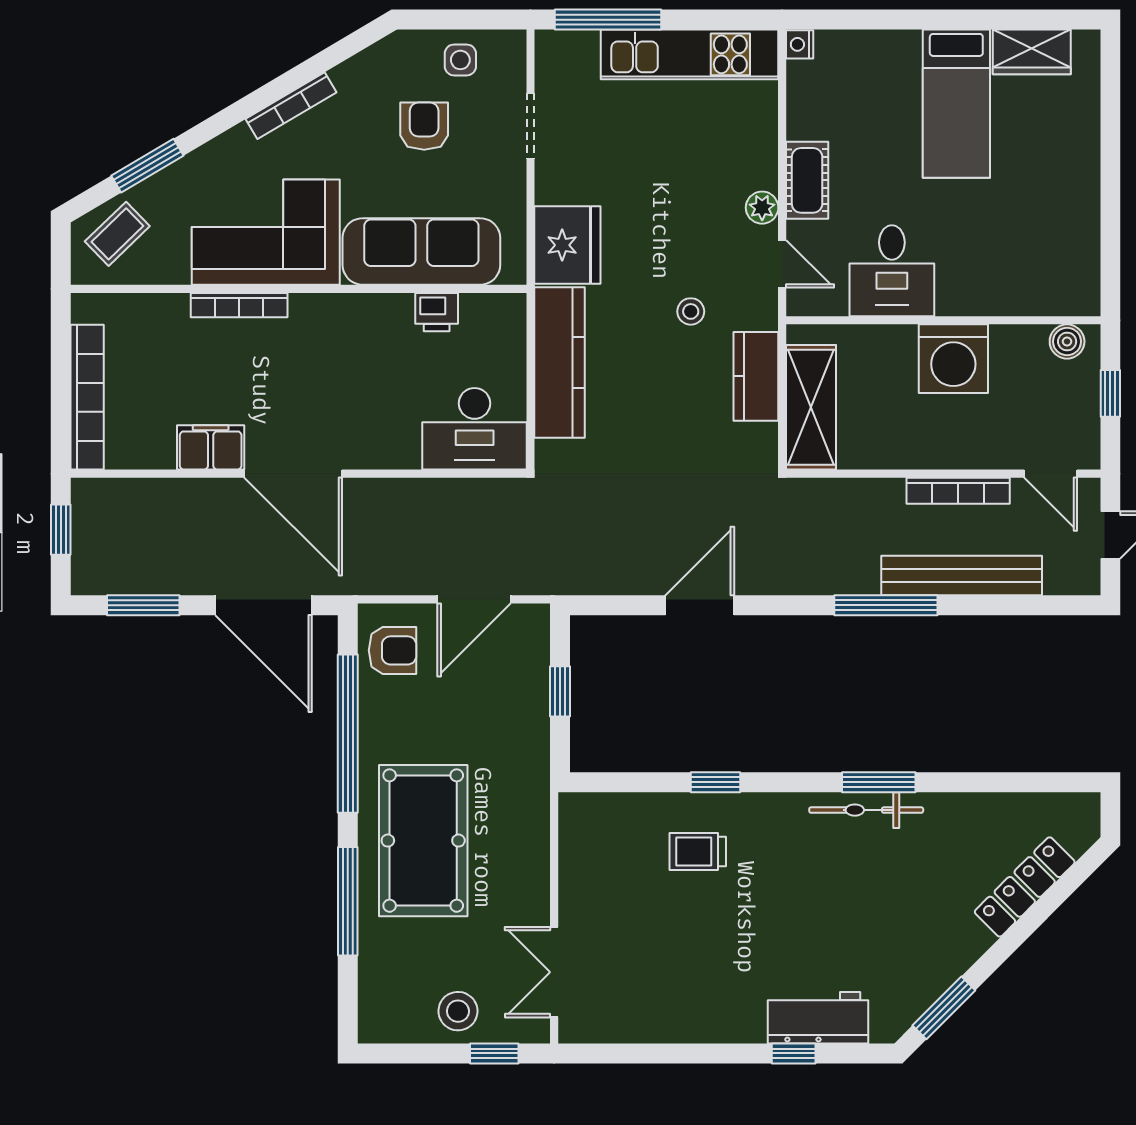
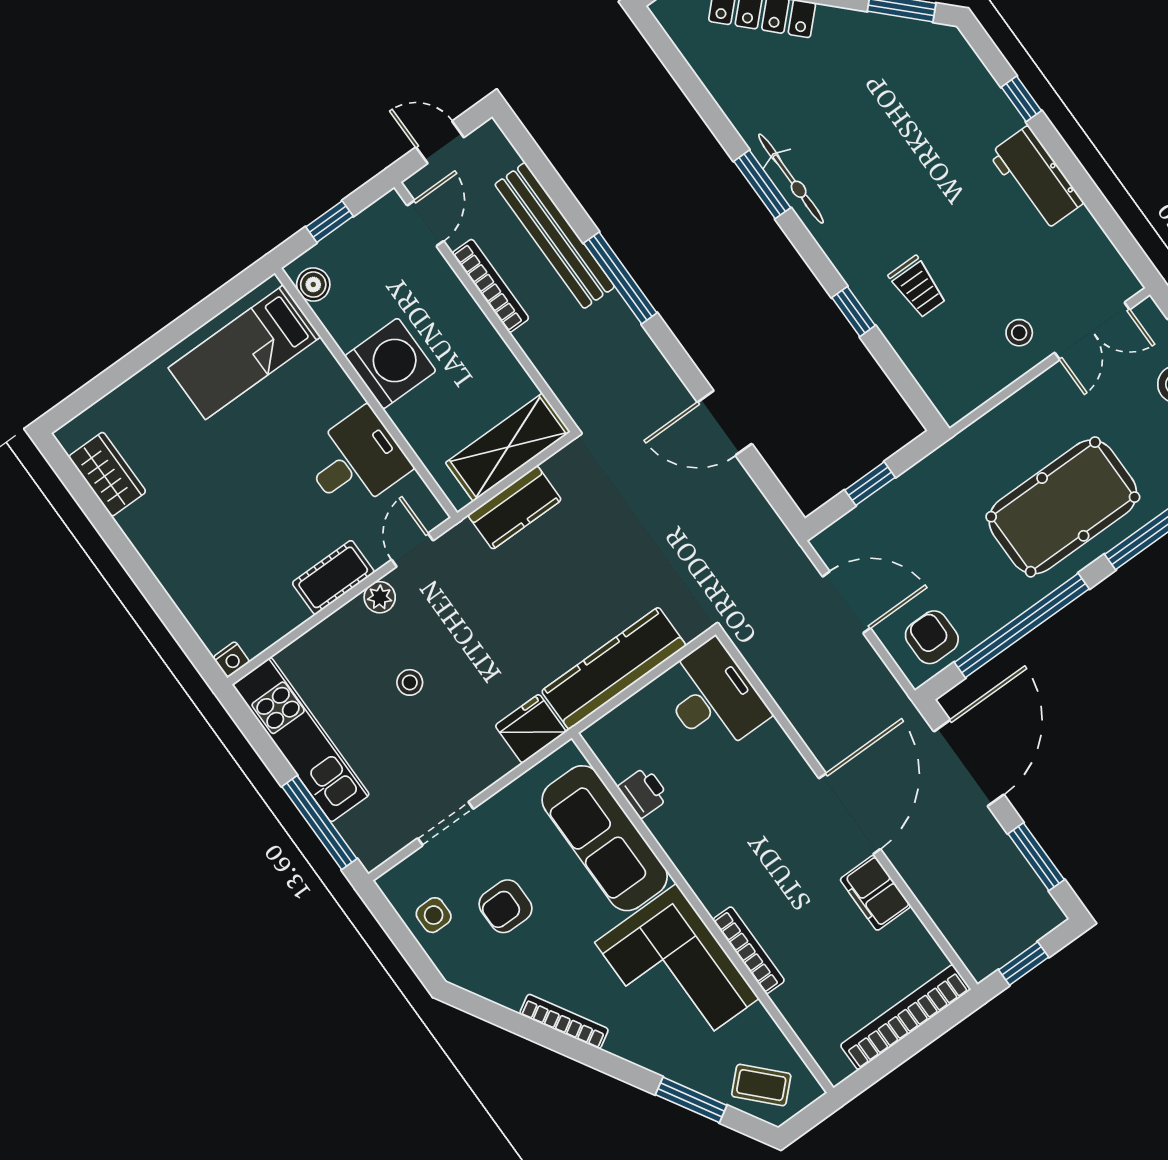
bed: (956, 104) -> (244, 352), moved, turned 180
fridge: (567, 245) -> (531, 729), width x0.73, depth x0.75
stool: (691, 311) -> (410, 682), moved
stool: (597, 910) -> (1019, 333), added
workbench: (818, 1018) -> (1036, 178), moved

